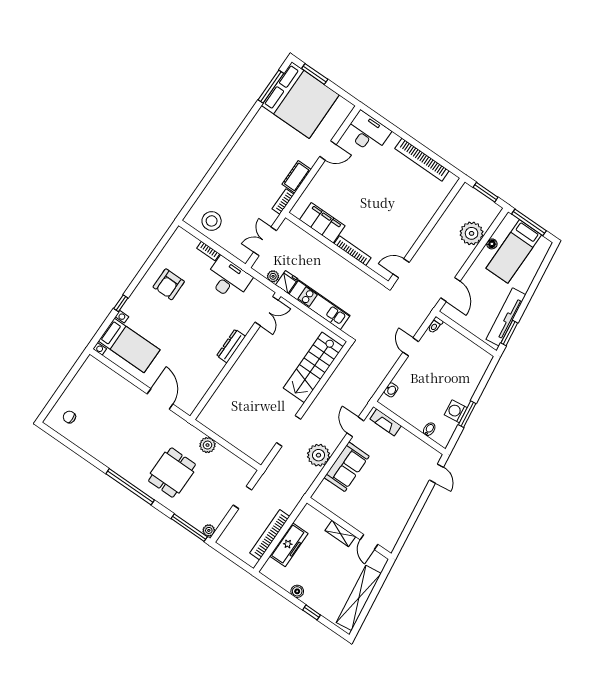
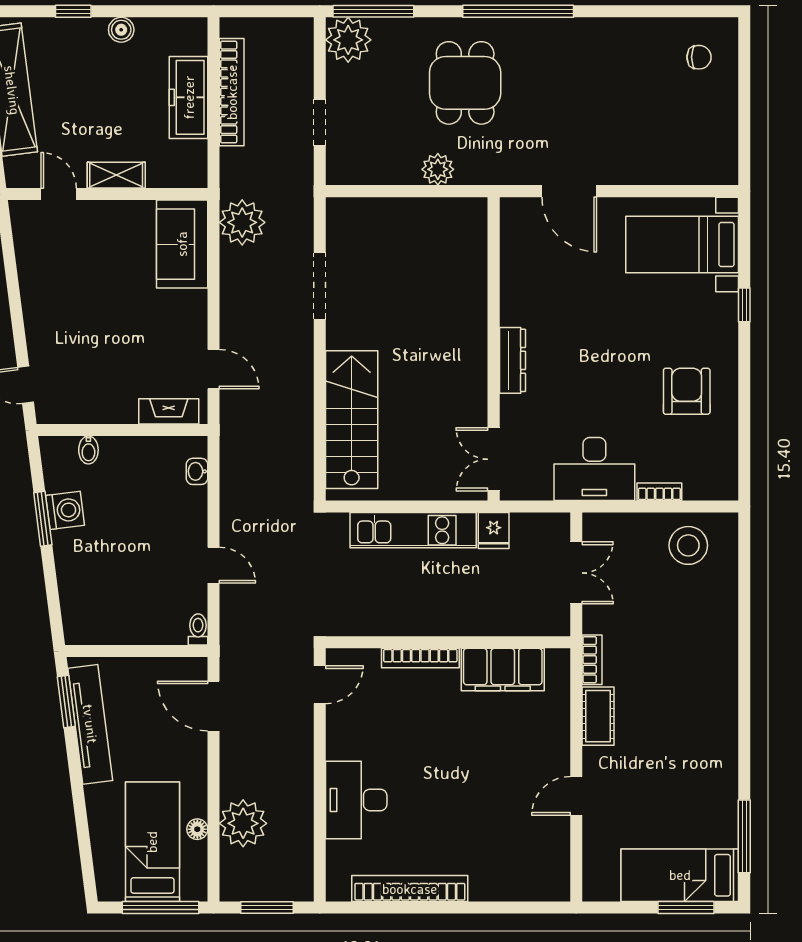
bed: (300, 100) -> (680, 875), width x0.49
desk: (367, 133) -> (356, 800), moved, turned 90
plant: (273, 276) -> (523, 524), removed
plant: (318, 455) -> (242, 222), moved
sofa: (347, 467) -> (182, 244), moved
plant: (209, 530) -> (348, 40), width x1.88, depth x1.88

